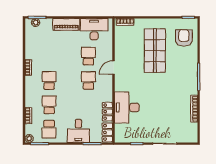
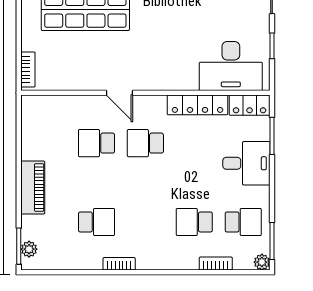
desk: (94, 29) -> (43, 132), removed
school desk: (49, 80) -> (96, 222), moved, turned 180
desk: (127, 107) -> (231, 66), moved
locker: (107, 112) -> (197, 105), width x1.53

